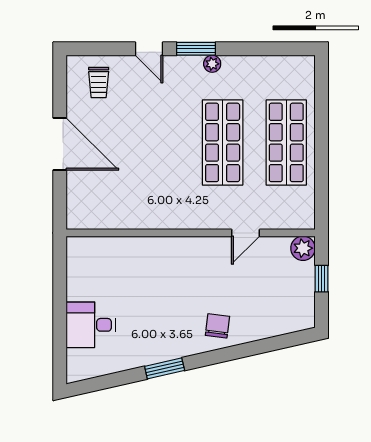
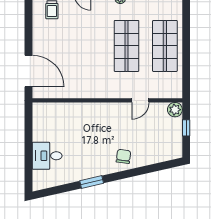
door: (60, 144) -> (29, 71), moved

